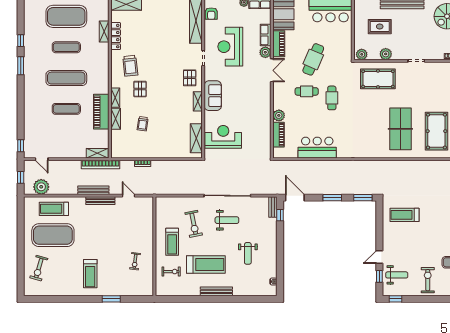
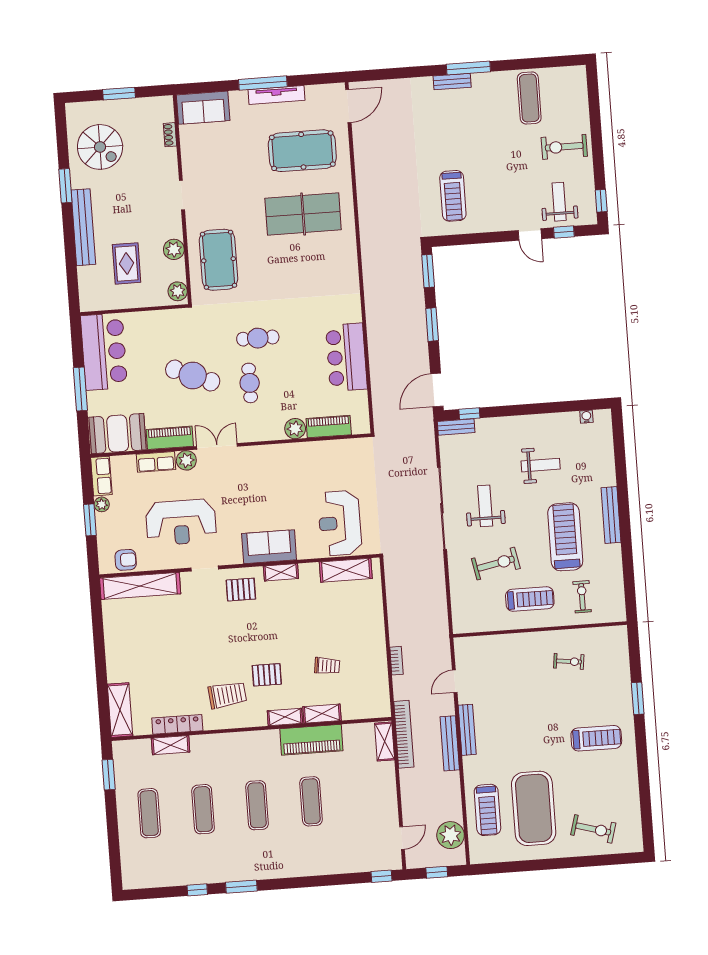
exercise mat: (66, 16) -> (149, 813), width x0.50, depth x0.69
exercise mat: (66, 78) -> (257, 805), width x0.73, depth x0.69

